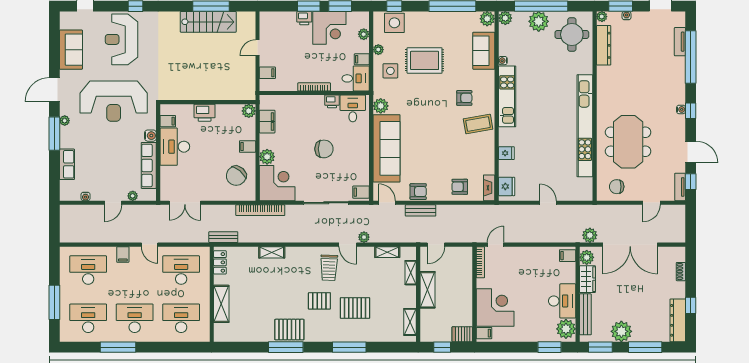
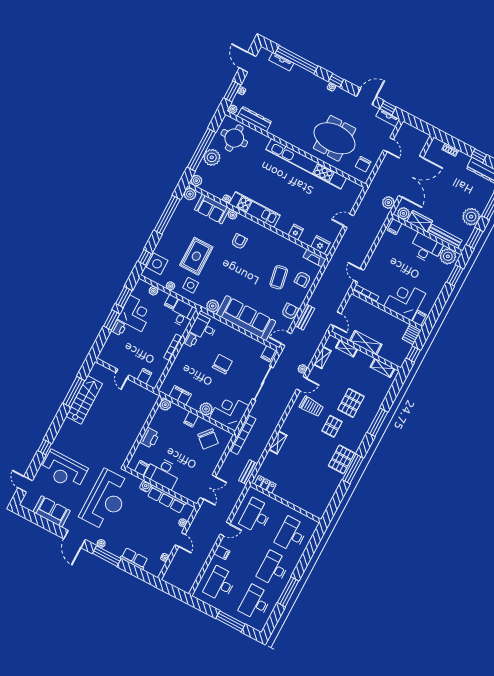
plant: (489, 76) -> (233, 215), added
coffee table: (478, 124) -> (279, 277), moved
shelving: (221, 304) -> (296, 499), removed

